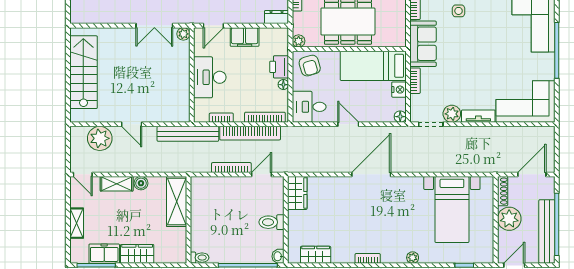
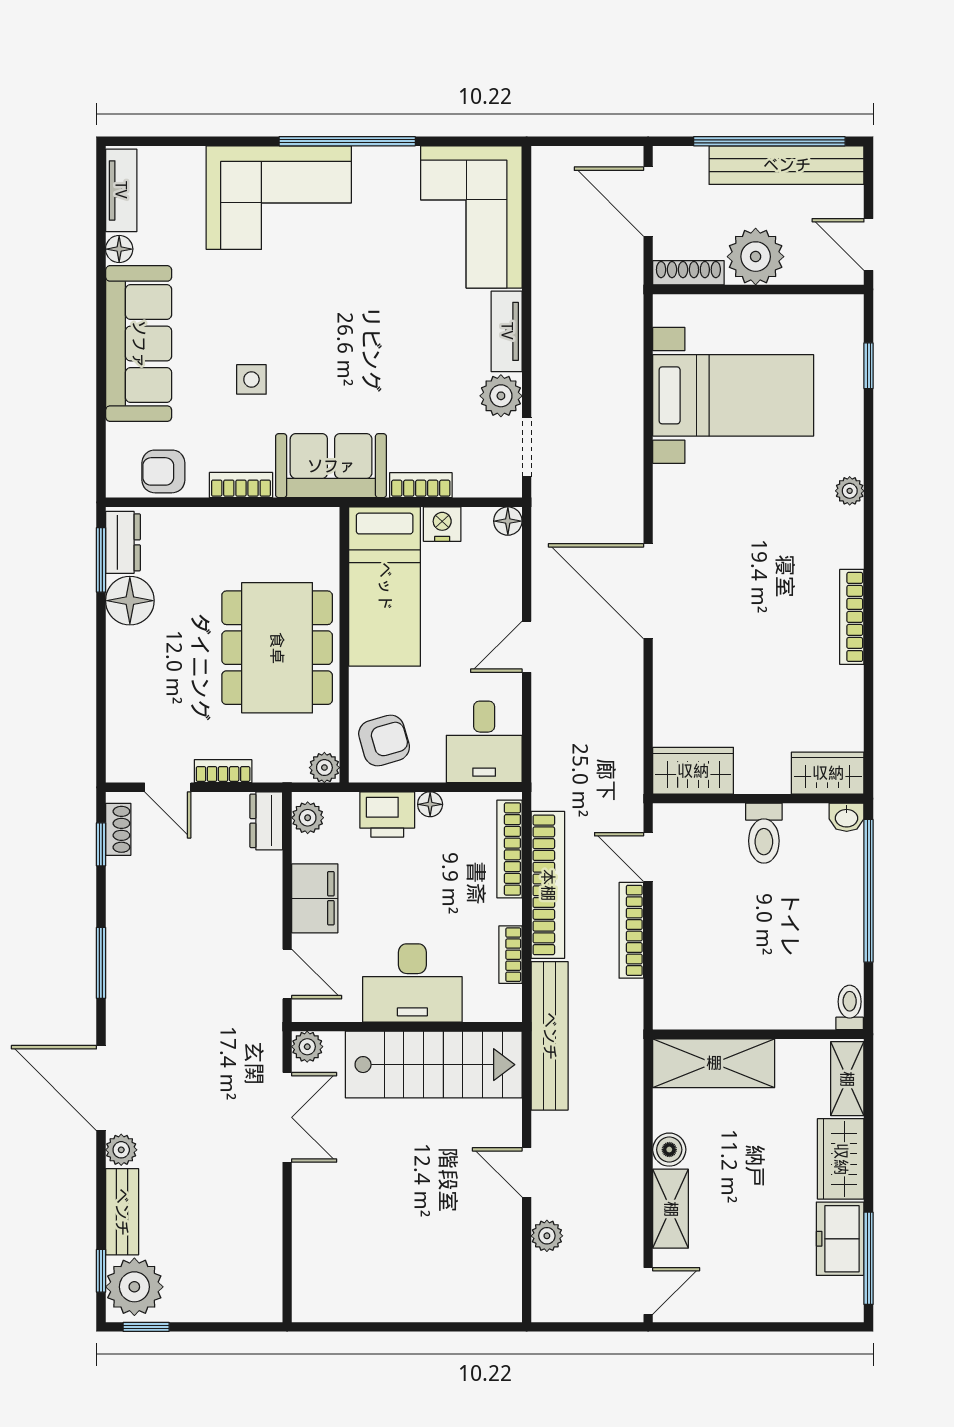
plant: (278, 34) -> (308, 818), added
stairs: (83, 72) -> (434, 1065), moved, turned 180
door: (132, 124) -> (527, 1172), swing flipped
plant: (100, 138) -> (547, 1236), width x0.53, depth x0.53
shelving: (77, 223) -> (847, 1079), moved, turned 90
wardrobe: (316, 255) -> (828, 773), moved, turned 90
bookcase: (368, 258) -> (852, 617), width x1.56

